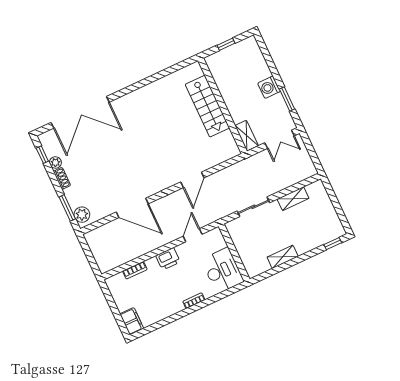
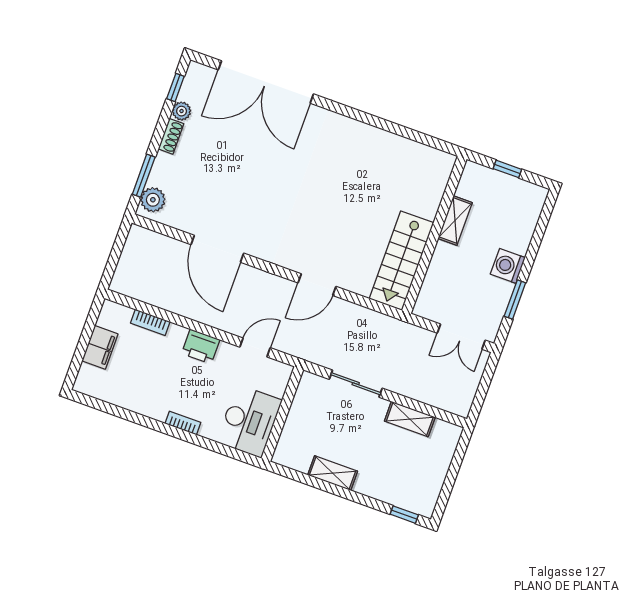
stairs: (207, 106) -> (401, 261), moved
shelving: (247, 136) -> (455, 220), moved
filing cabinet: (132, 321) -> (100, 347), moved

